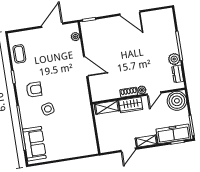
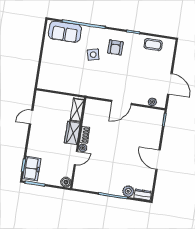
door: (130, 13) -> (158, 160), hinge flipped
plant: (174, 59) -> (128, 191), moved
dresser: (178, 74) -> (143, 195), moved
door: (154, 94) -> (76, 158), swing flipped
boiler: (177, 101) -> (66, 182), width x0.54, depth x0.54
freezer: (173, 134) -> (32, 169), width x0.71
shelving: (146, 141) -> (34, 137), removed
door: (128, 150) -> (31, 117), hinge flipped

